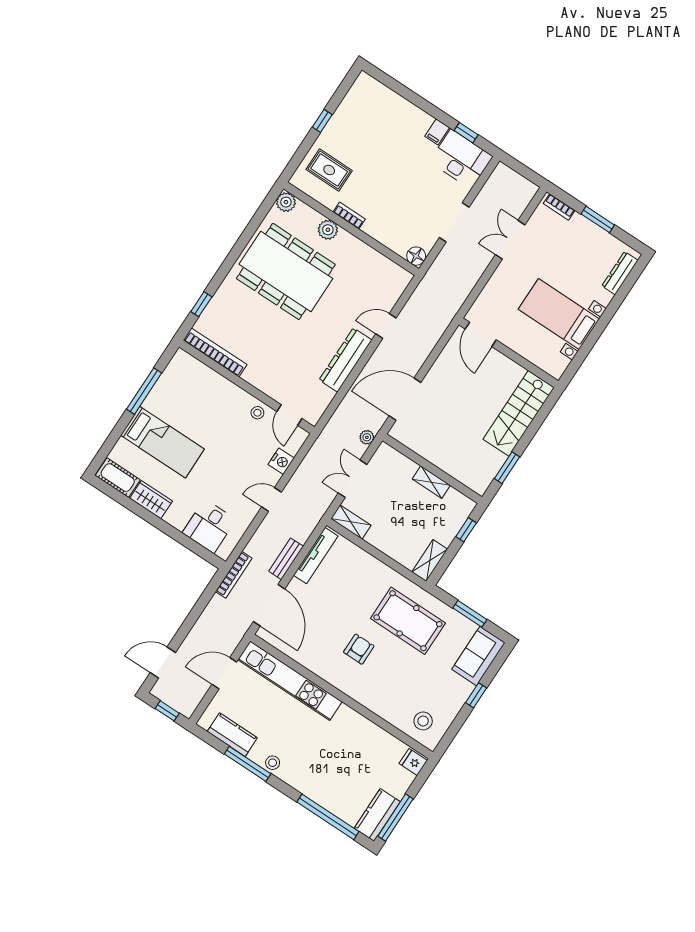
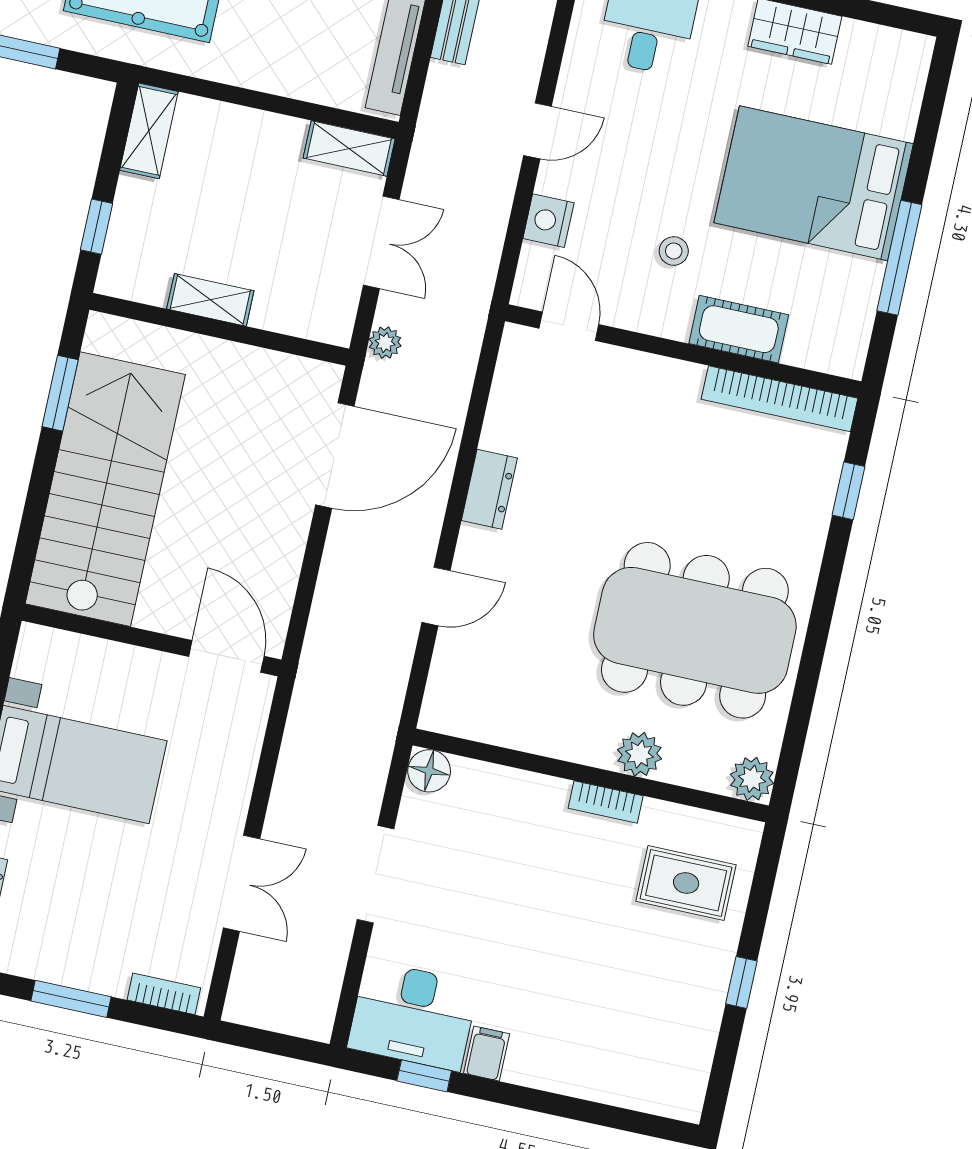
dresser: (346, 360) -> (489, 489), width x0.51, depth x0.80
stool: (257, 413) -> (674, 251), moved
stairs: (519, 413) -> (105, 489), width x1.36, depth x1.51
bed: (162, 442) -> (814, 183), width x1.50
cot: (118, 478) -> (739, 329), moved

